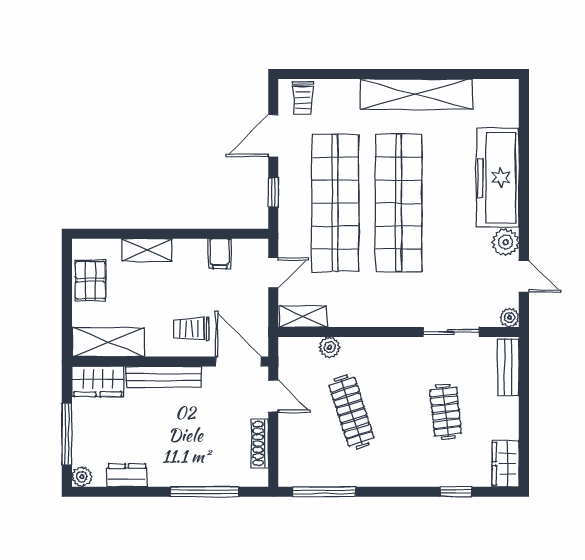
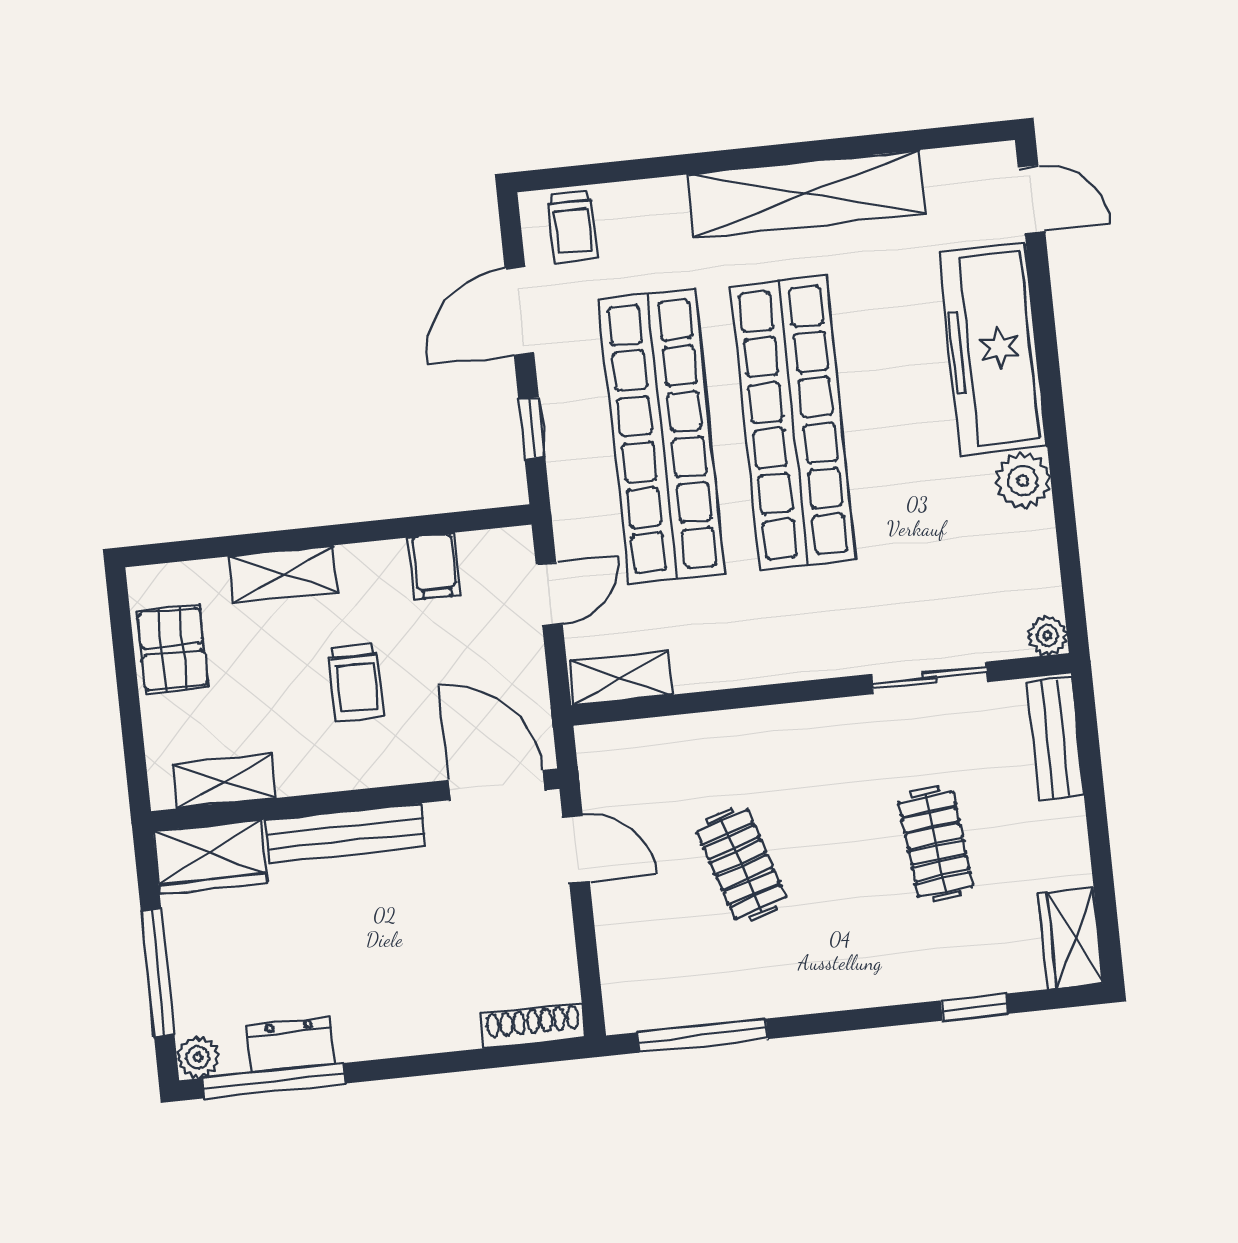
door: (524, 276) -> (1032, 199), moved
trolley: (191, 329) -> (356, 683), moved, turned -90
shelving: (108, 342) -> (224, 781), width x0.67, depth x0.75
plant: (330, 347) -> (682, 736), removed
clothes rail: (352, 412) -> (741, 865), width x0.73
shoe rack: (260, 443) -> (533, 1026), moved, turned 90
window: (204, 492) -> (273, 1081), moved

